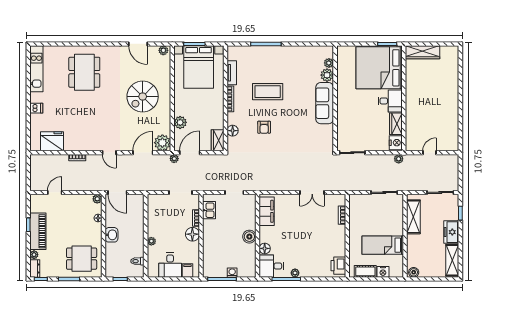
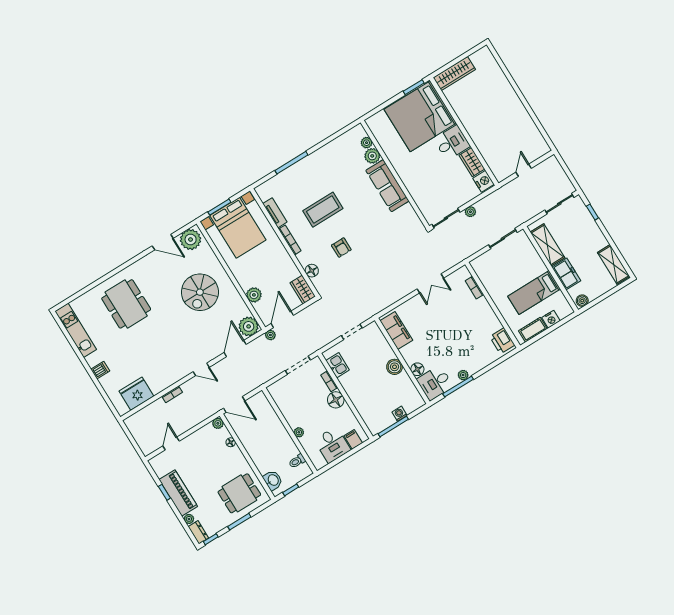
plant: (163, 50) -> (191, 239), width x1.87, depth x1.87
plant: (399, 159) -> (470, 212), moved
freezer: (451, 232) -> (566, 274), moved, turned 180
washbasin: (111, 235) -> (273, 480), moved

